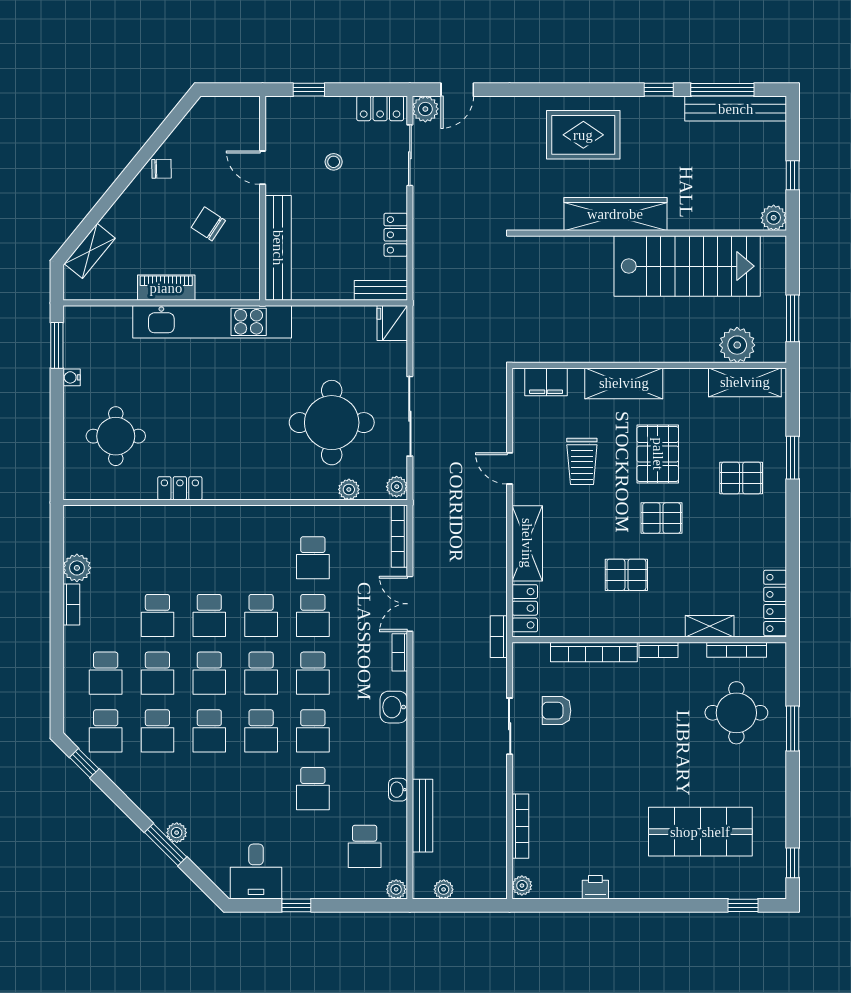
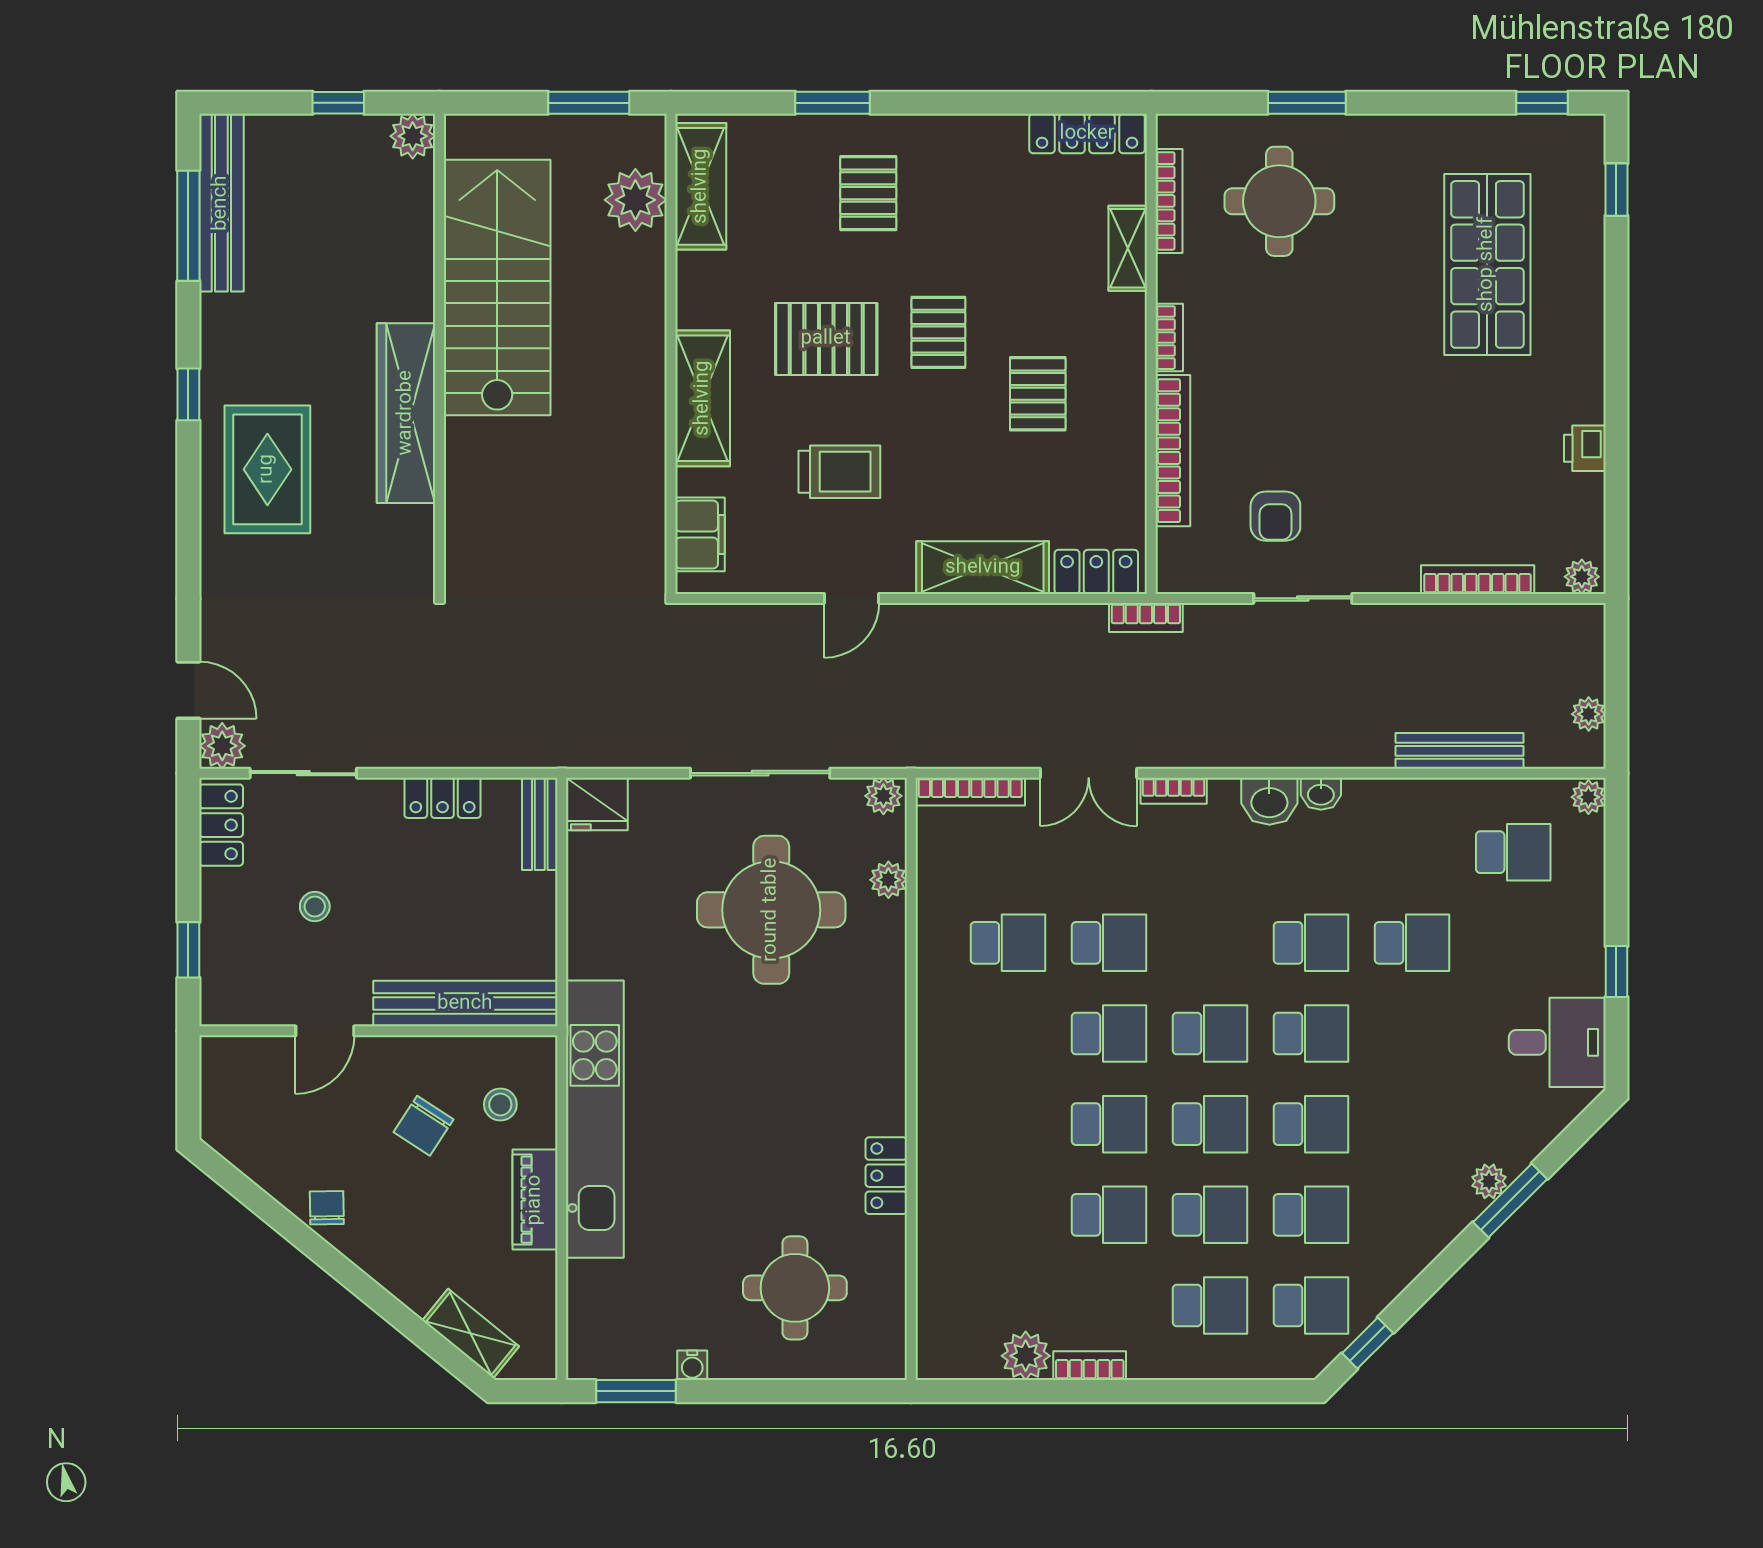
window: (659, 90) -> (188, 394), moved
stool: (220, 268) -> (500, 1105), added
school desk: (313, 673) -> (1210, 943), removed
washbasin: (398, 790) -> (1321, 794), moved

